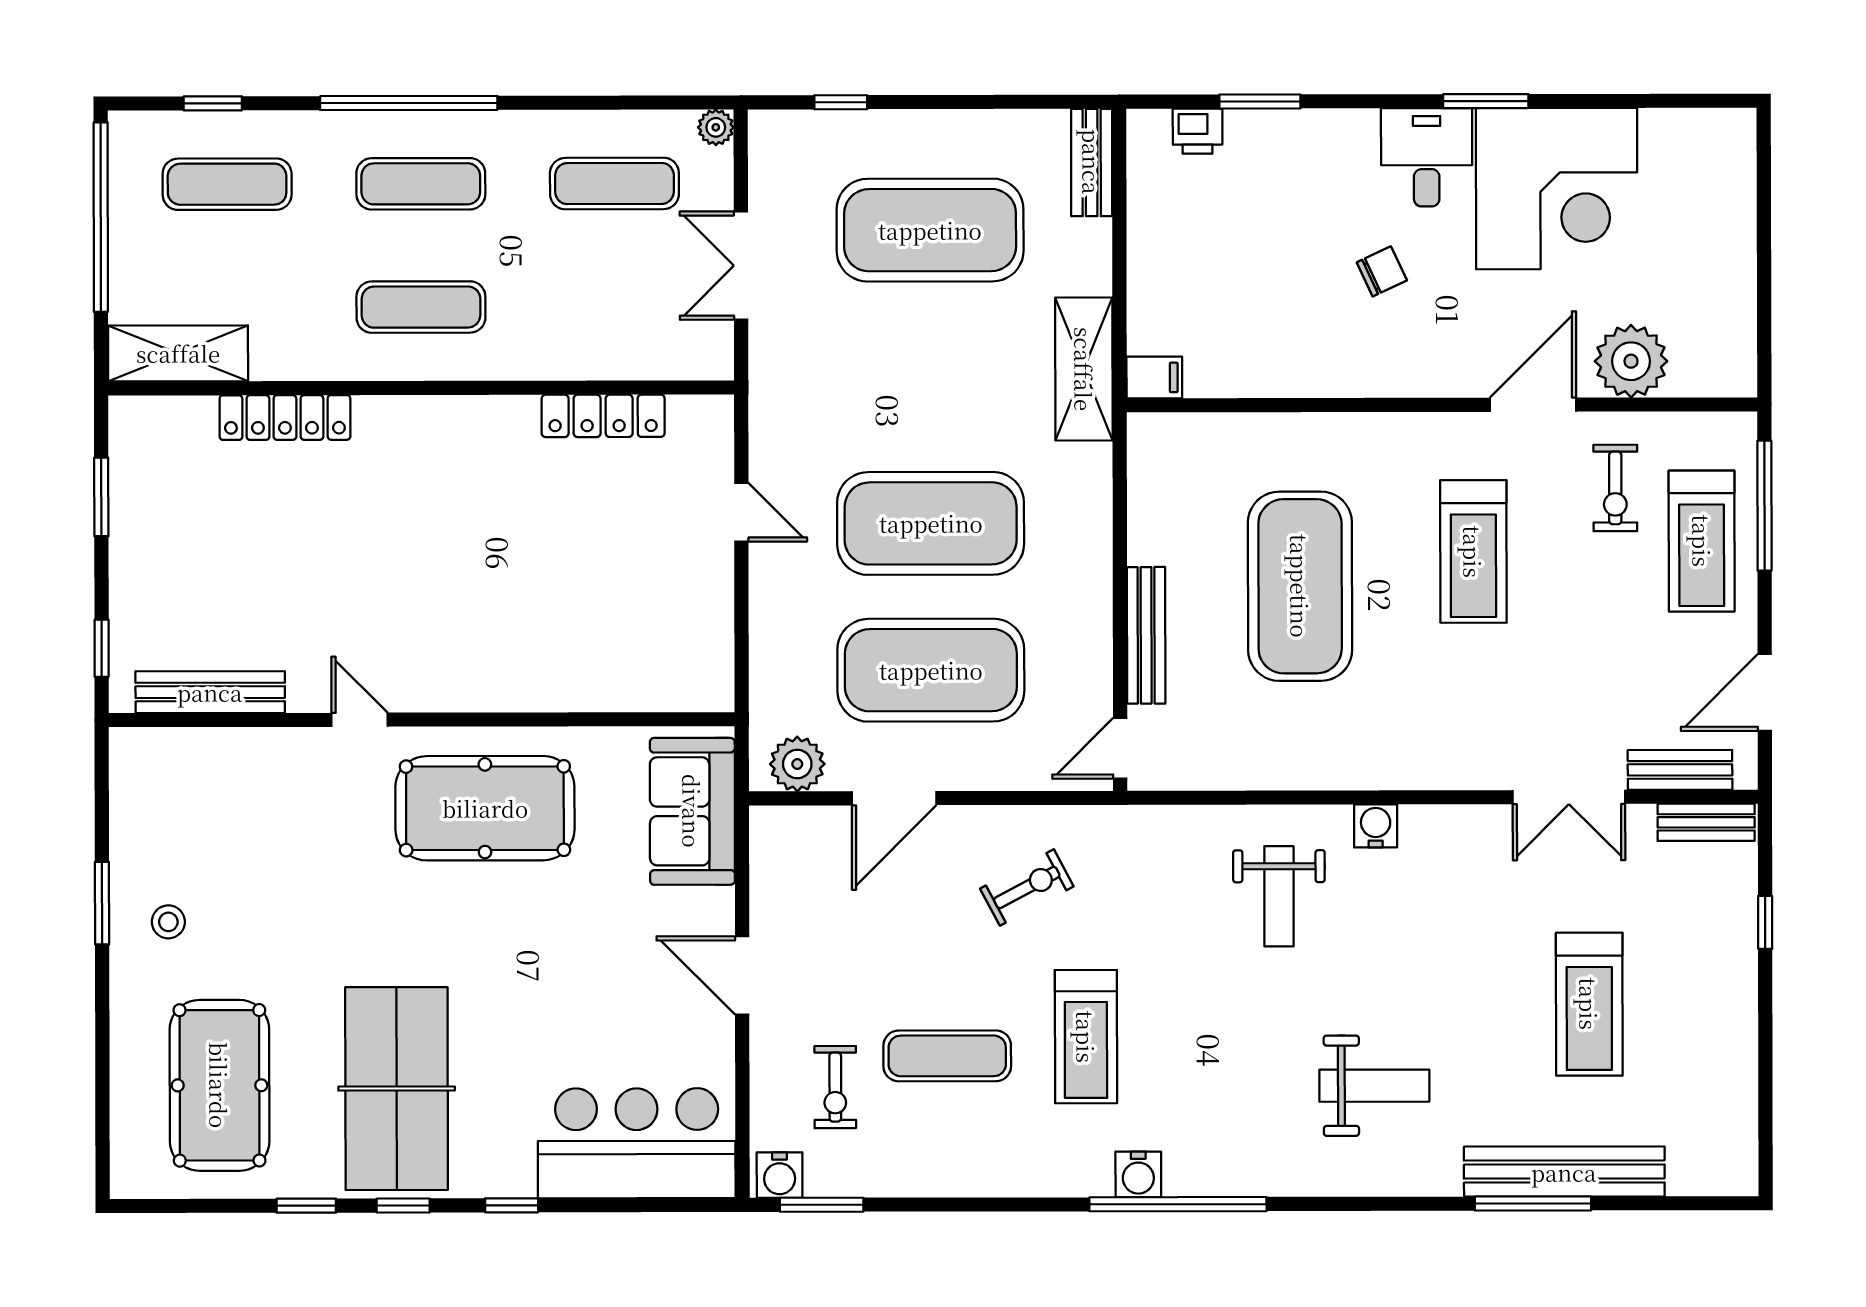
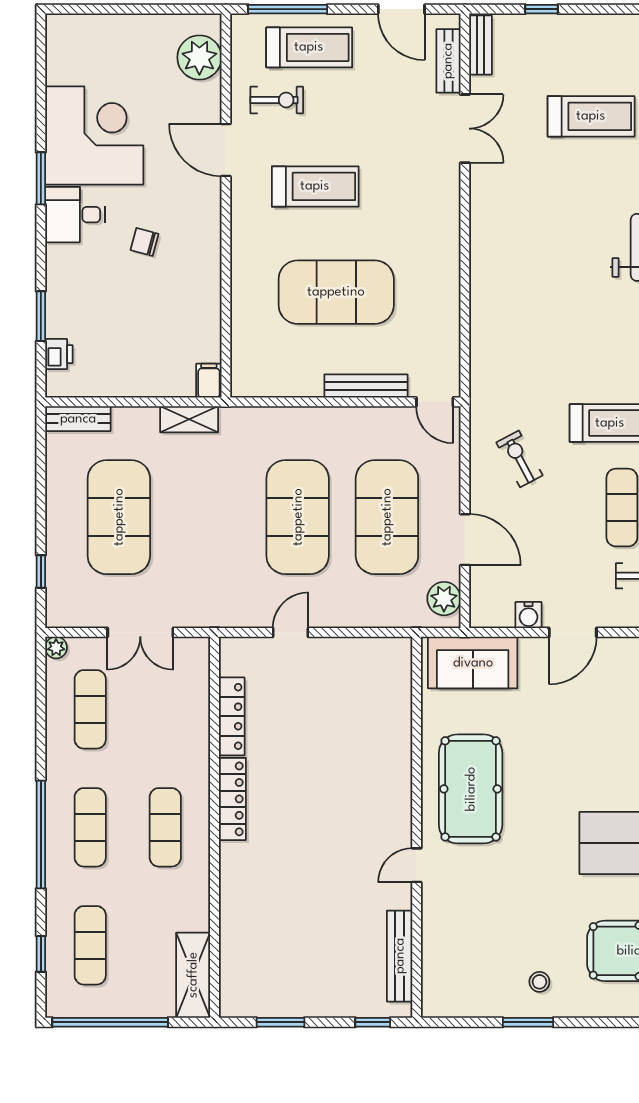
chair: (1382, 271) -> (144, 242), turned -50
plant: (1631, 361) -> (199, 57), moved
shelving: (1084, 369) -> (189, 419), width x0.67, depth x0.75
locker: (285, 418) -> (232, 799), moved
water cooler: (1376, 826) -> (529, 615), moved, turned -90
weight bench: (1279, 896) -> (525, 305), removed

